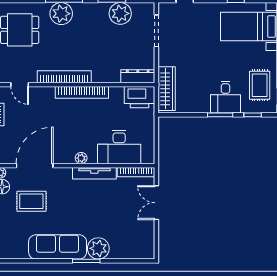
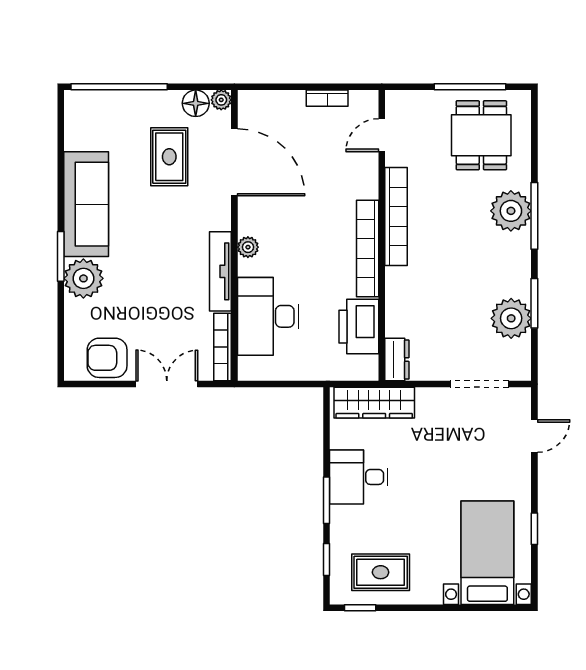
dresser: (138, 76) -> (397, 360), width x0.70
printer: (140, 97) -> (359, 327), moved
desk: (225, 97) -> (359, 477), moved
armchair: (142, 235) -> (107, 358), added

